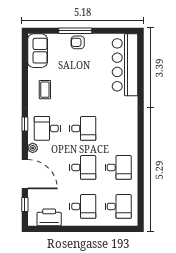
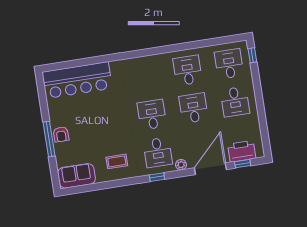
desk: (83, 206) -> (235, 102), turned 180
printer: (49, 217) -> (242, 151), moved, turned 90
window: (123, 229) -> (252, 55), added

